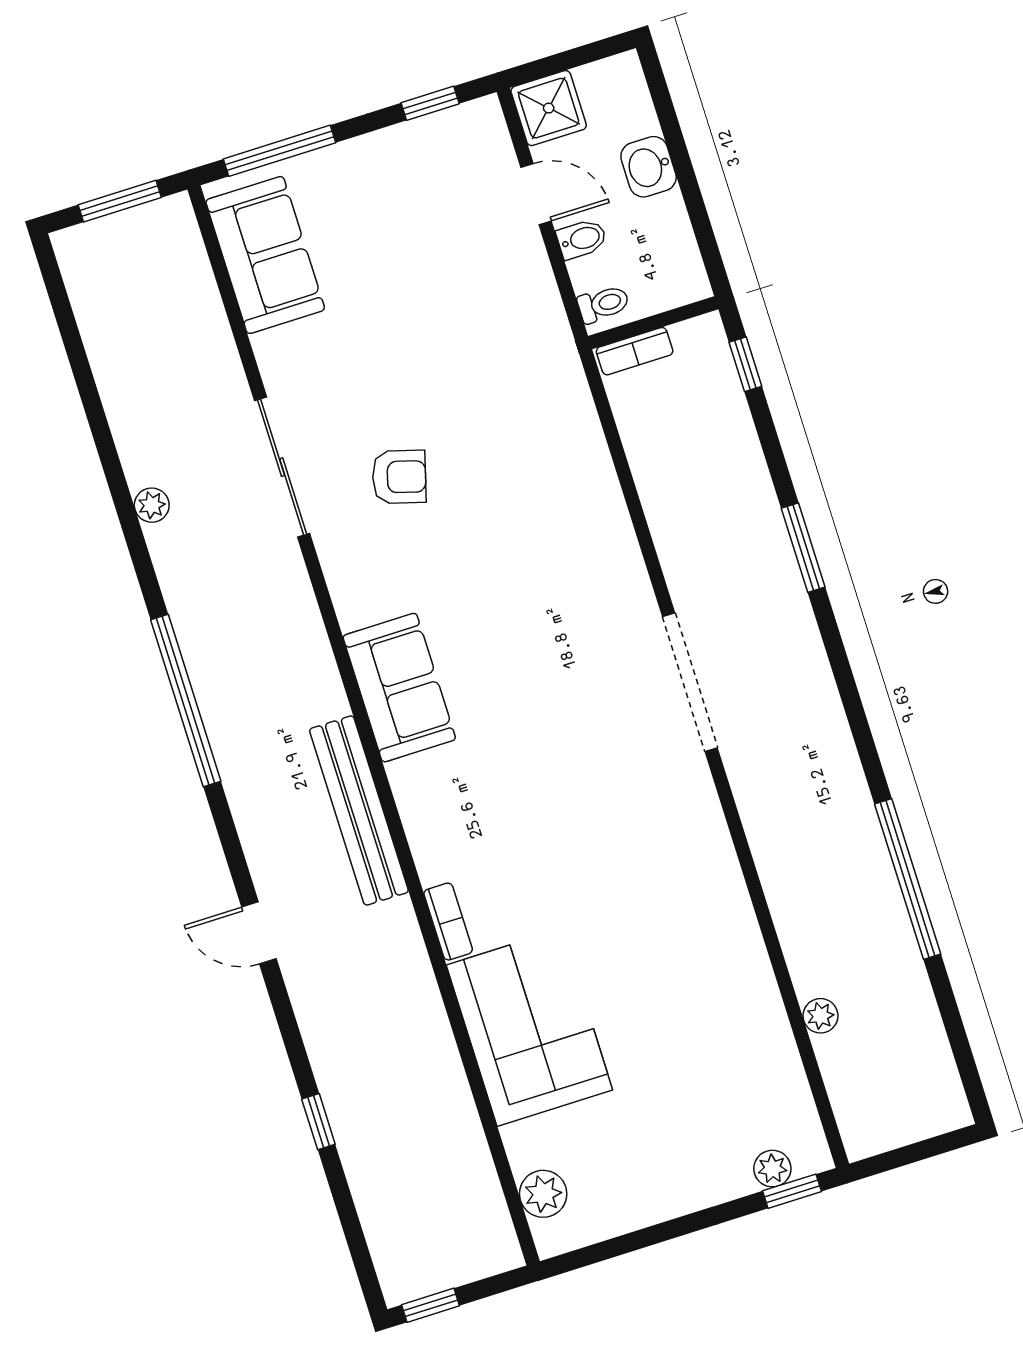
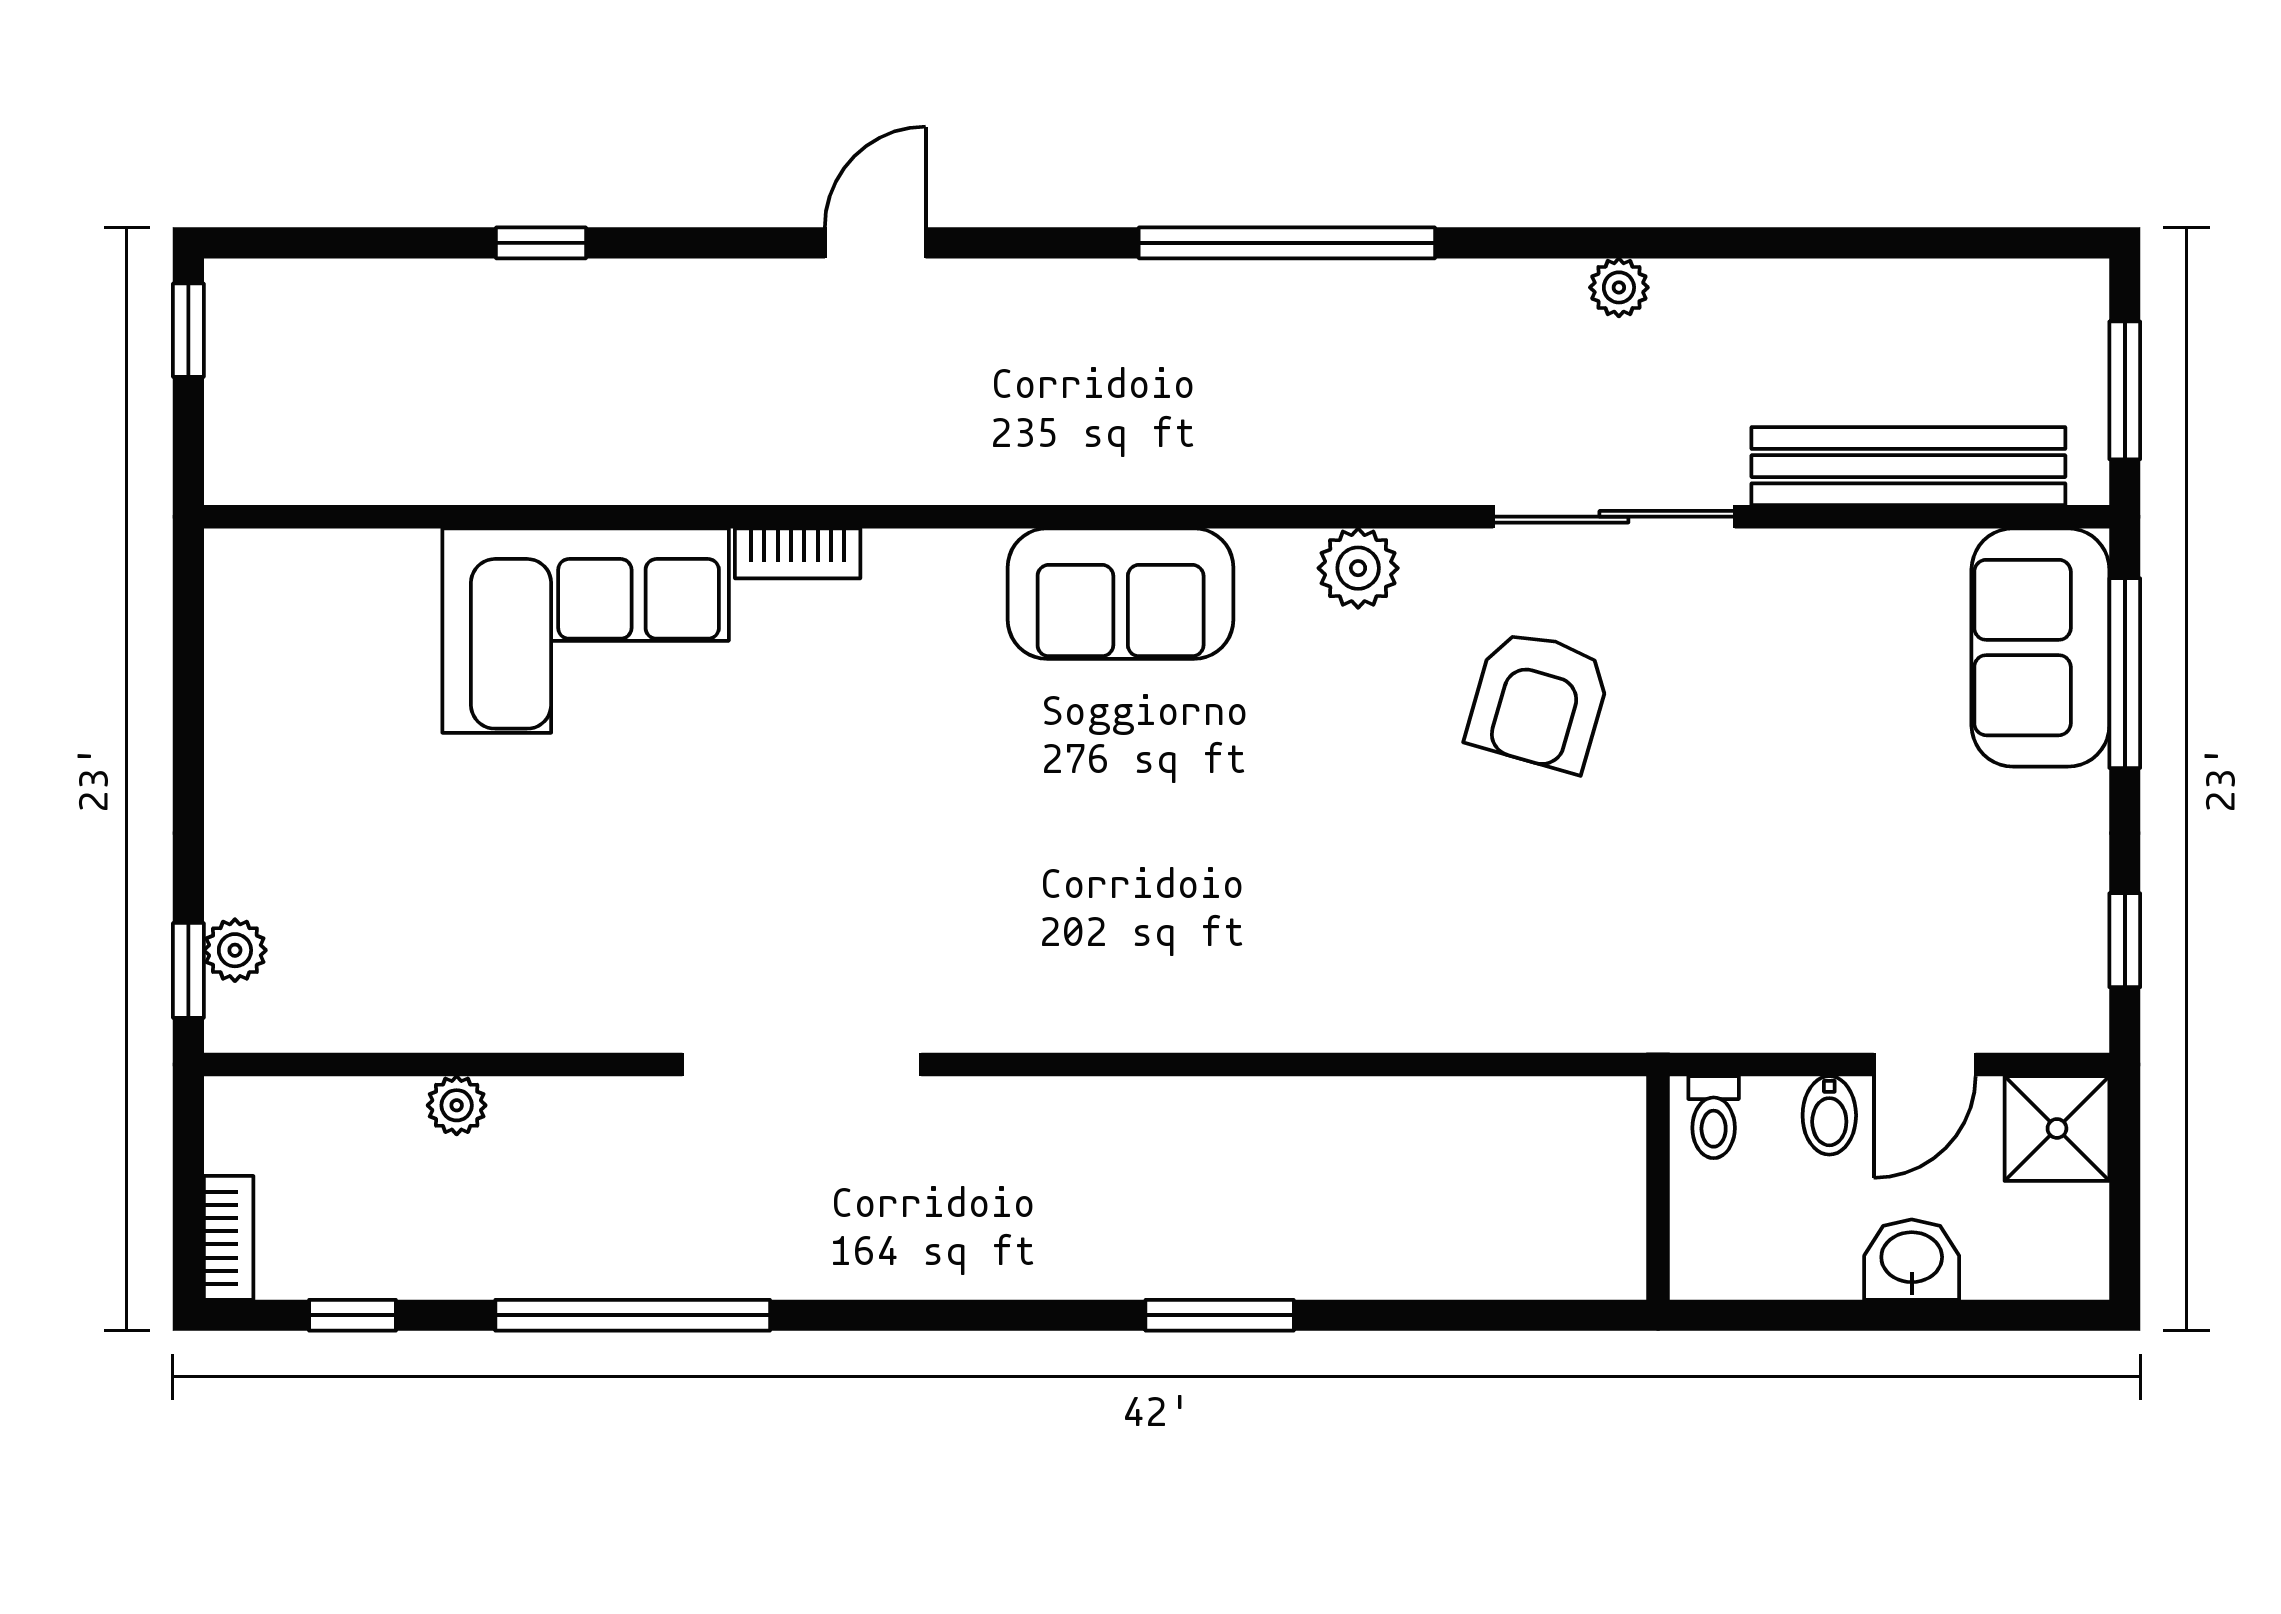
sofa: (265, 255) -> (2040, 648), moved, turned 90
bookcase: (635, 351) -> (229, 1238), moved, turned 180
window: (745, 364) -> (353, 1315), moved
armchair: (399, 477) -> (1539, 700), width x1.38, depth x1.38
doorway: (690, 682) -> (802, 1064), moved
sofa: (399, 688) -> (1121, 594), moved
bench: (359, 811) -> (1908, 466), moved
plant: (543, 1194) -> (1358, 568), moved

